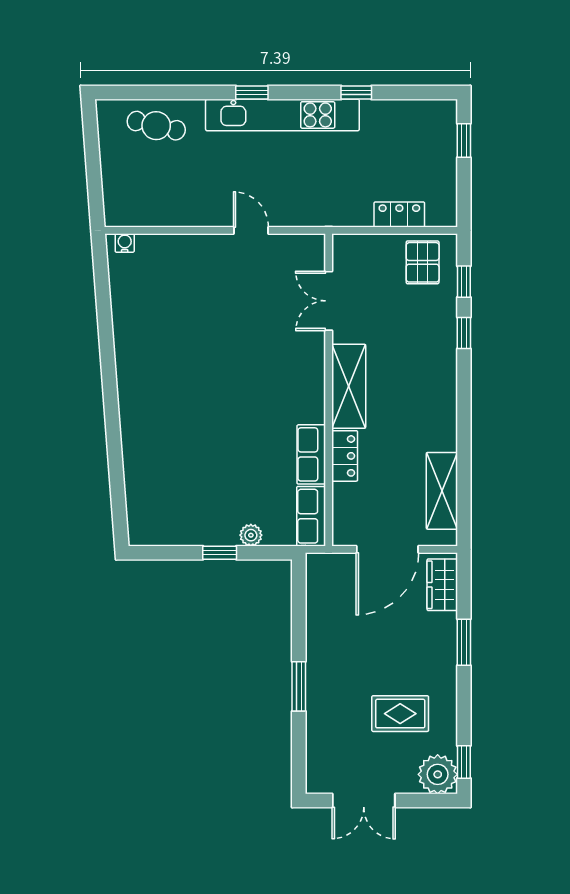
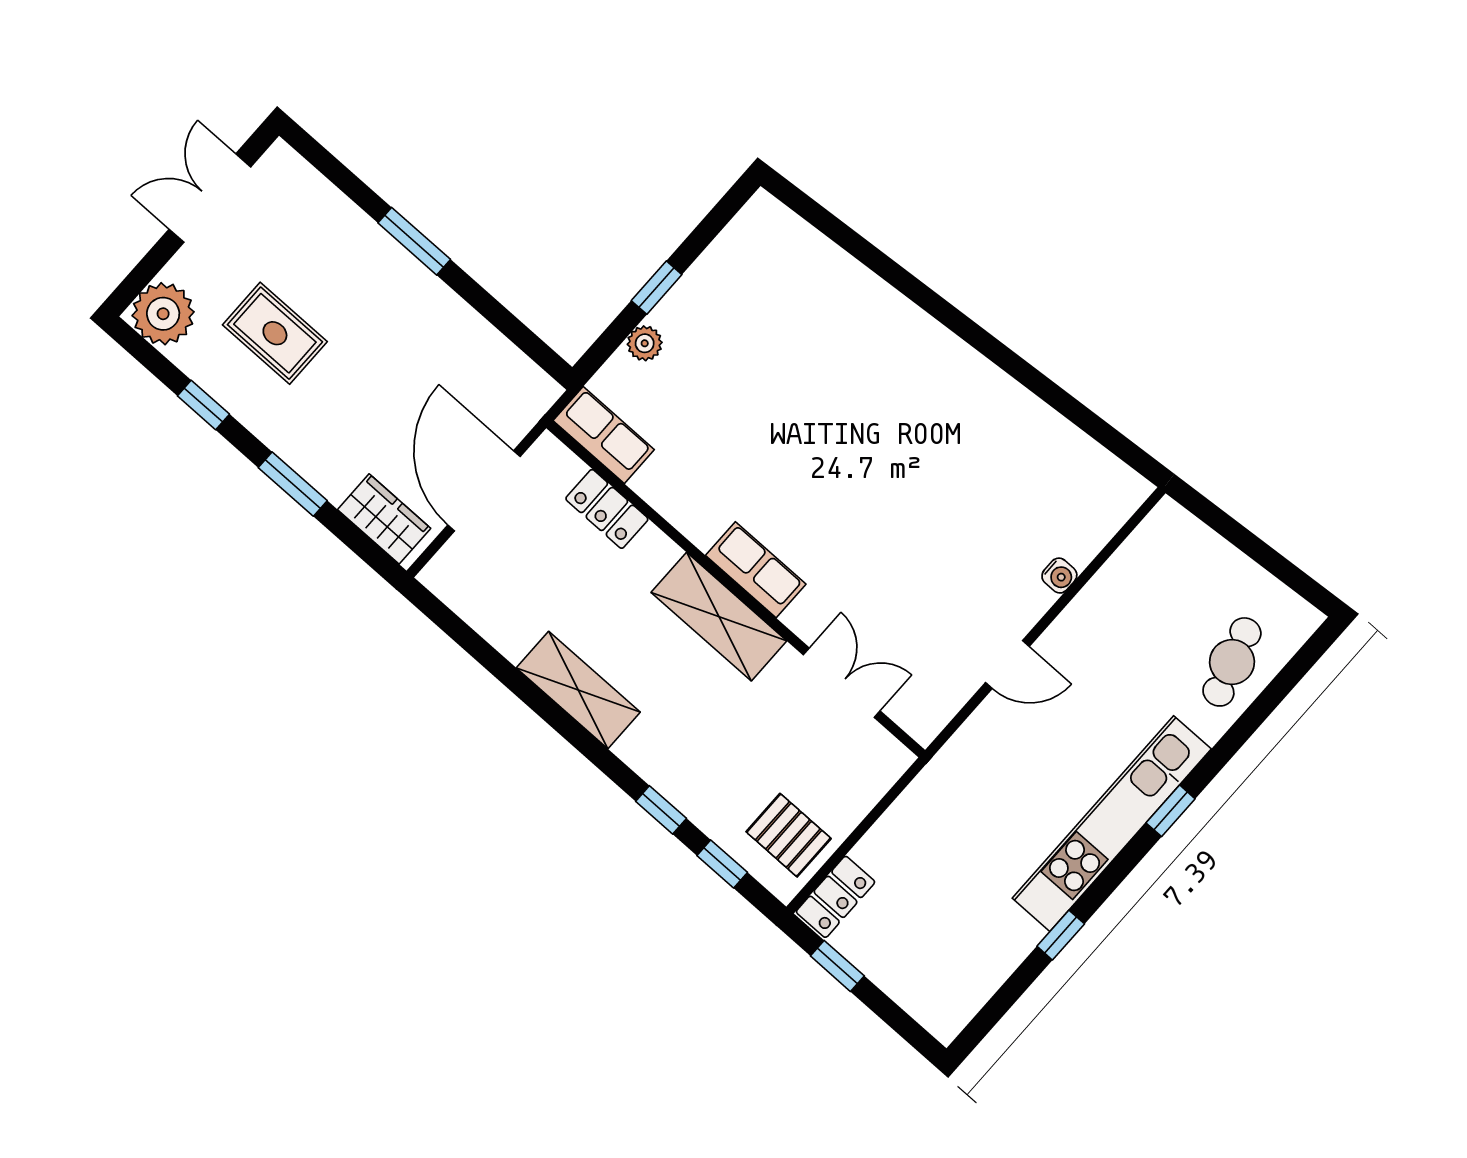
cafe table: (156, 126) -> (1232, 662), turned -30
window: (464, 141) -> (837, 966), moved
locker: (399, 215) -> (836, 897), moved
water cooler: (125, 243) -> (1059, 576), moved
row of seats: (311, 454) -> (756, 570), moved
locker: (345, 456) -> (607, 509), moved
shelving: (442, 491) -> (578, 690), moved
rug: (400, 714) -> (275, 333), turned 90
window: (464, 762) -> (203, 405), moved

